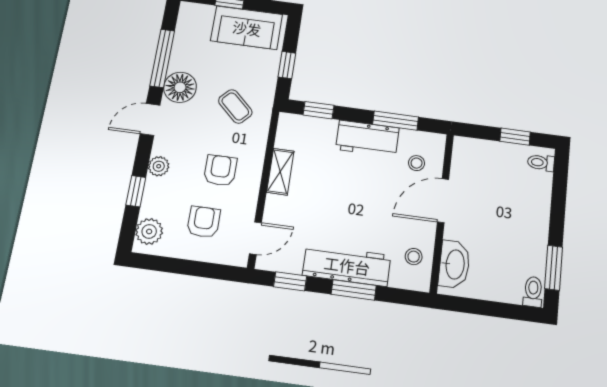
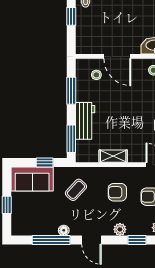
sofa: (247, 28) -> (32, 179), moved, turned 90
floor lamp: (180, 87) -> (64, 230), width x0.53, depth x0.53
window: (319, 110) -> (71, 139), width x1.50
workbench: (367, 139) -> (85, 121), moved

